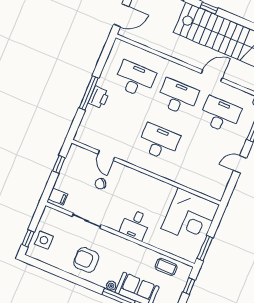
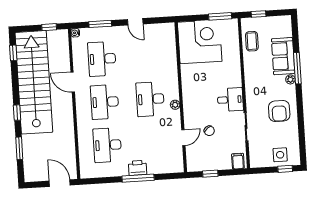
plant: (142, 163) -> (175, 105), added
desk: (135, 225) -> (230, 100), moved

